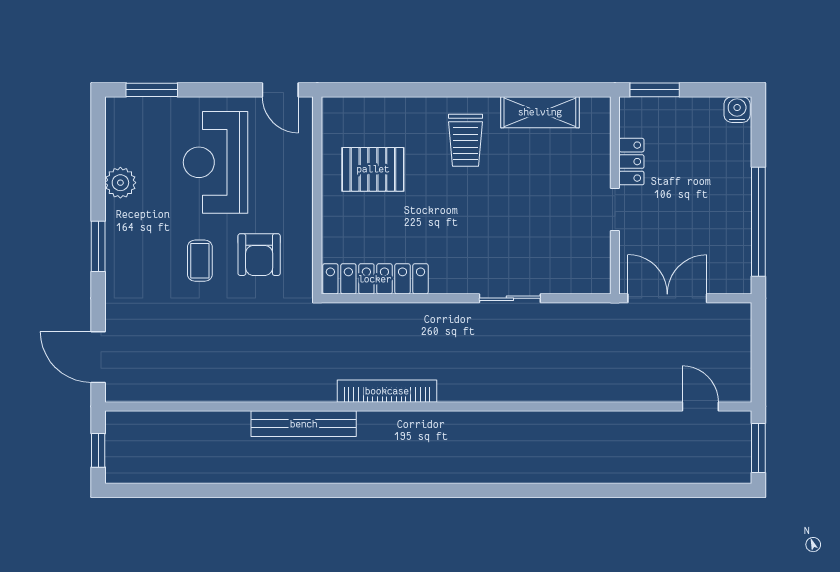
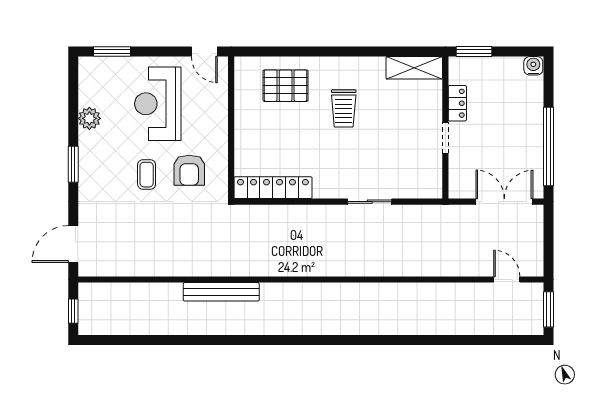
shelving: (540, 112) -> (414, 68), moved
trolley: (466, 140) -> (344, 108), moved
pallet: (373, 169) -> (286, 86), moved
double door: (667, 298) -> (504, 202), moved
door: (98, 357) -> (73, 244), hinge flipped
bookcase: (387, 391) -> (281, 268), removed

